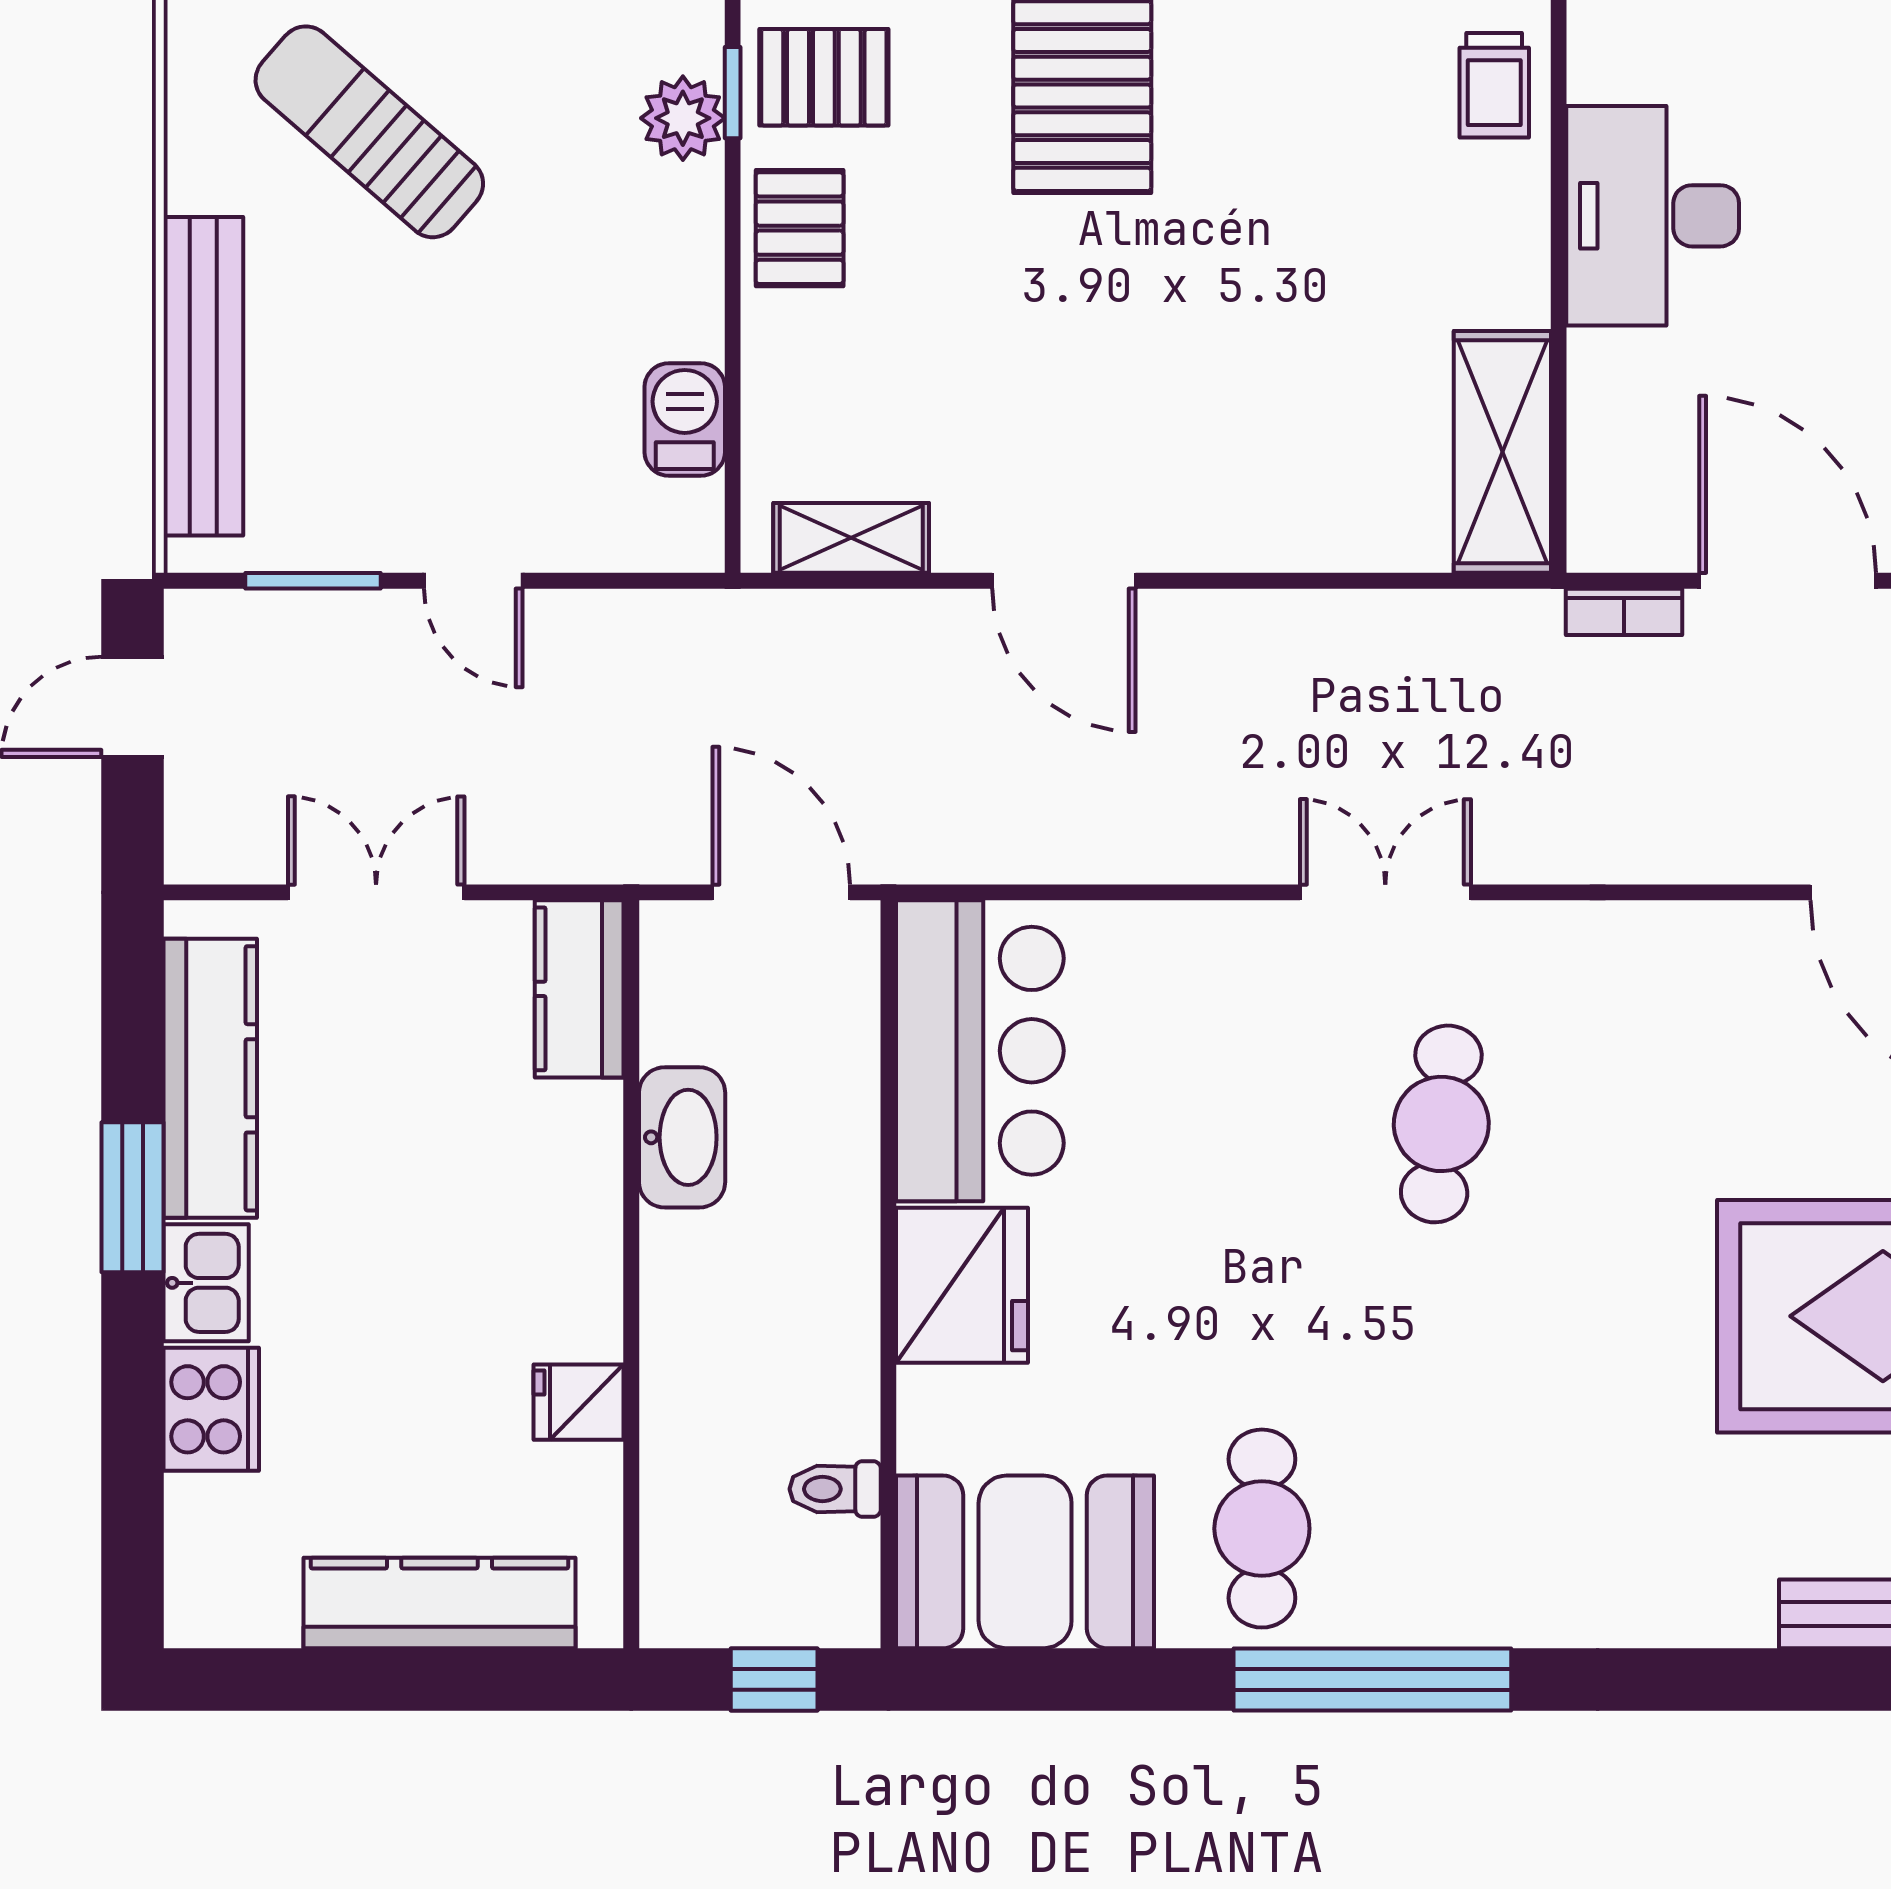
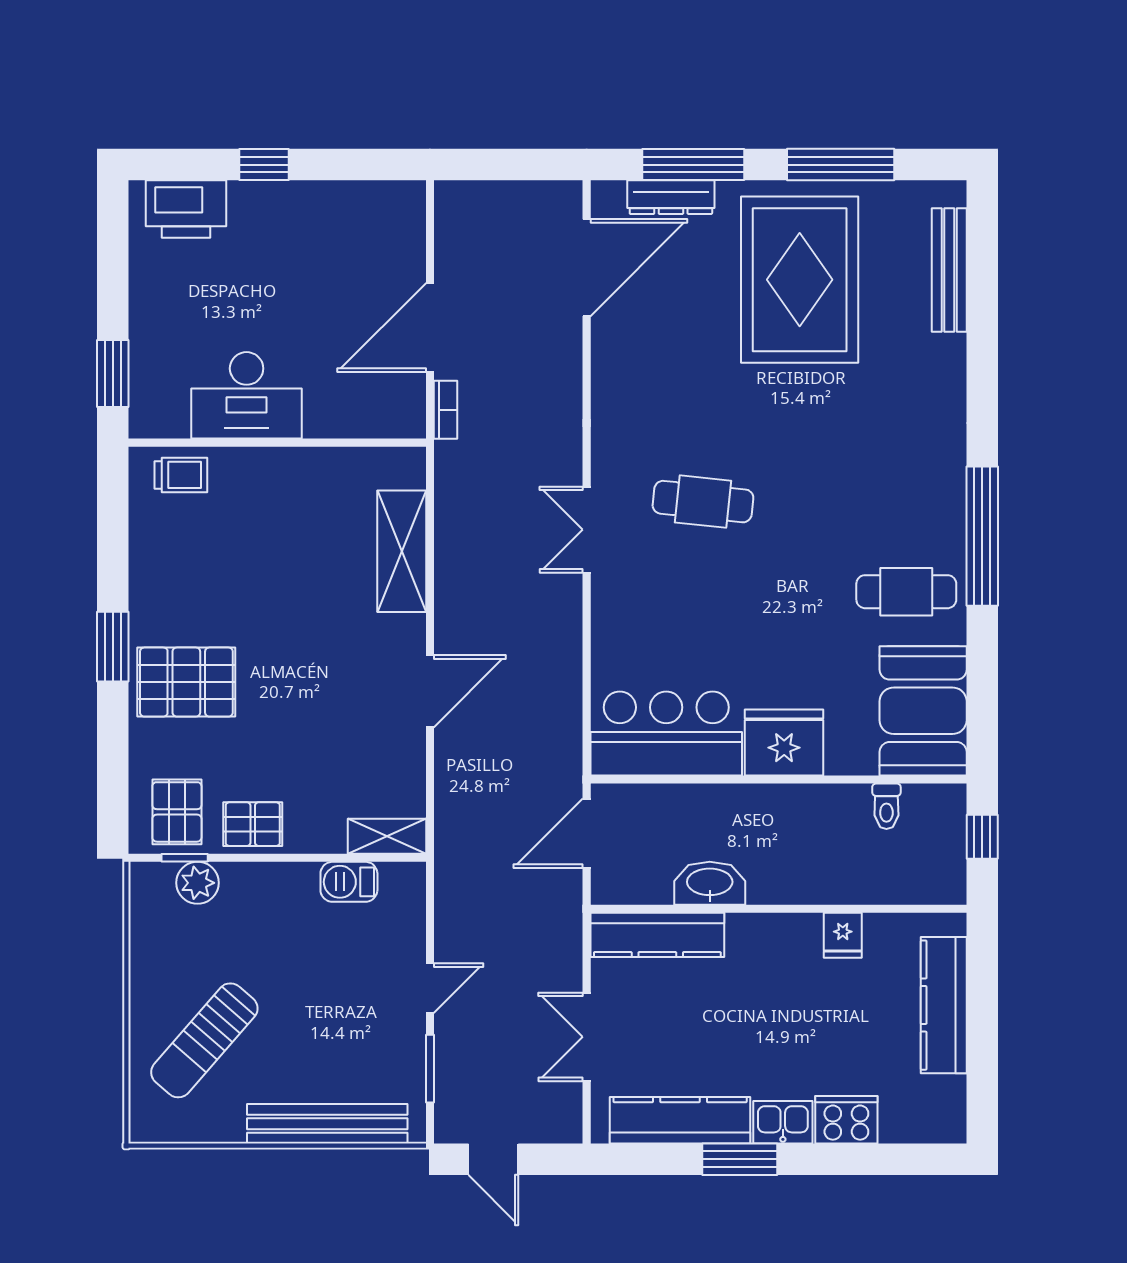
shelving: (1502, 452) -> (402, 551), moved, turned 90
shelving: (851, 538) -> (387, 836), moved, turned 90
kitchen counter: (579, 989) -> (657, 935), width x1.50

